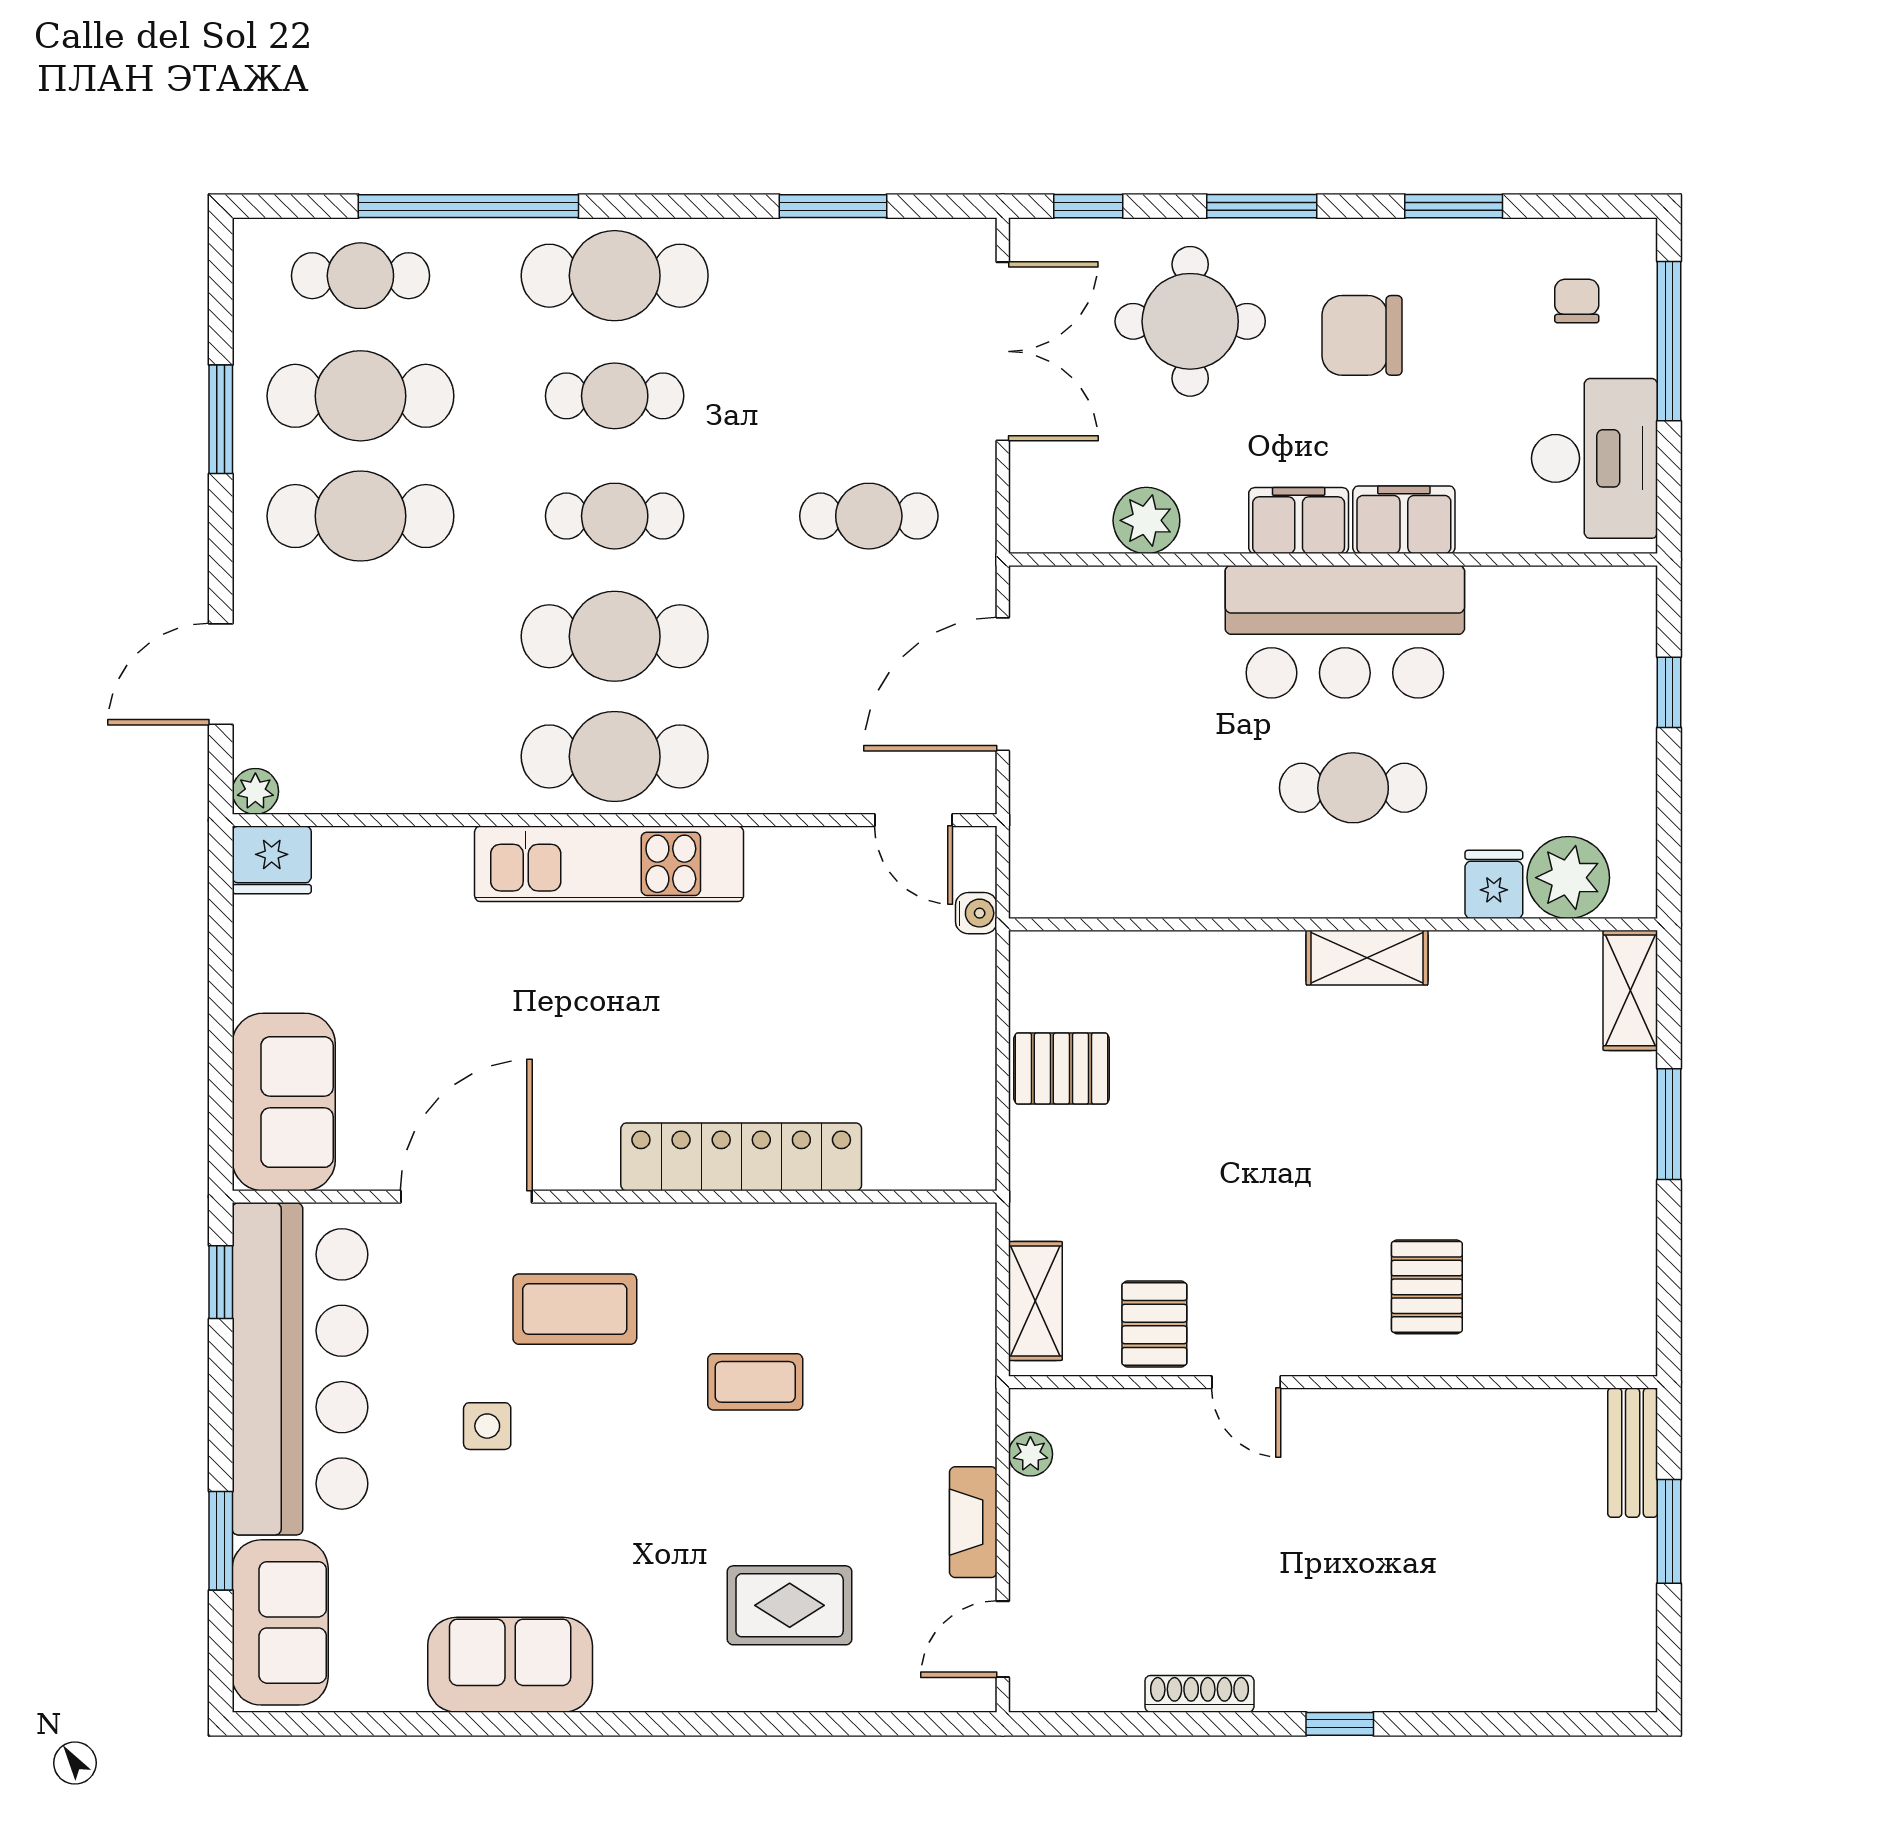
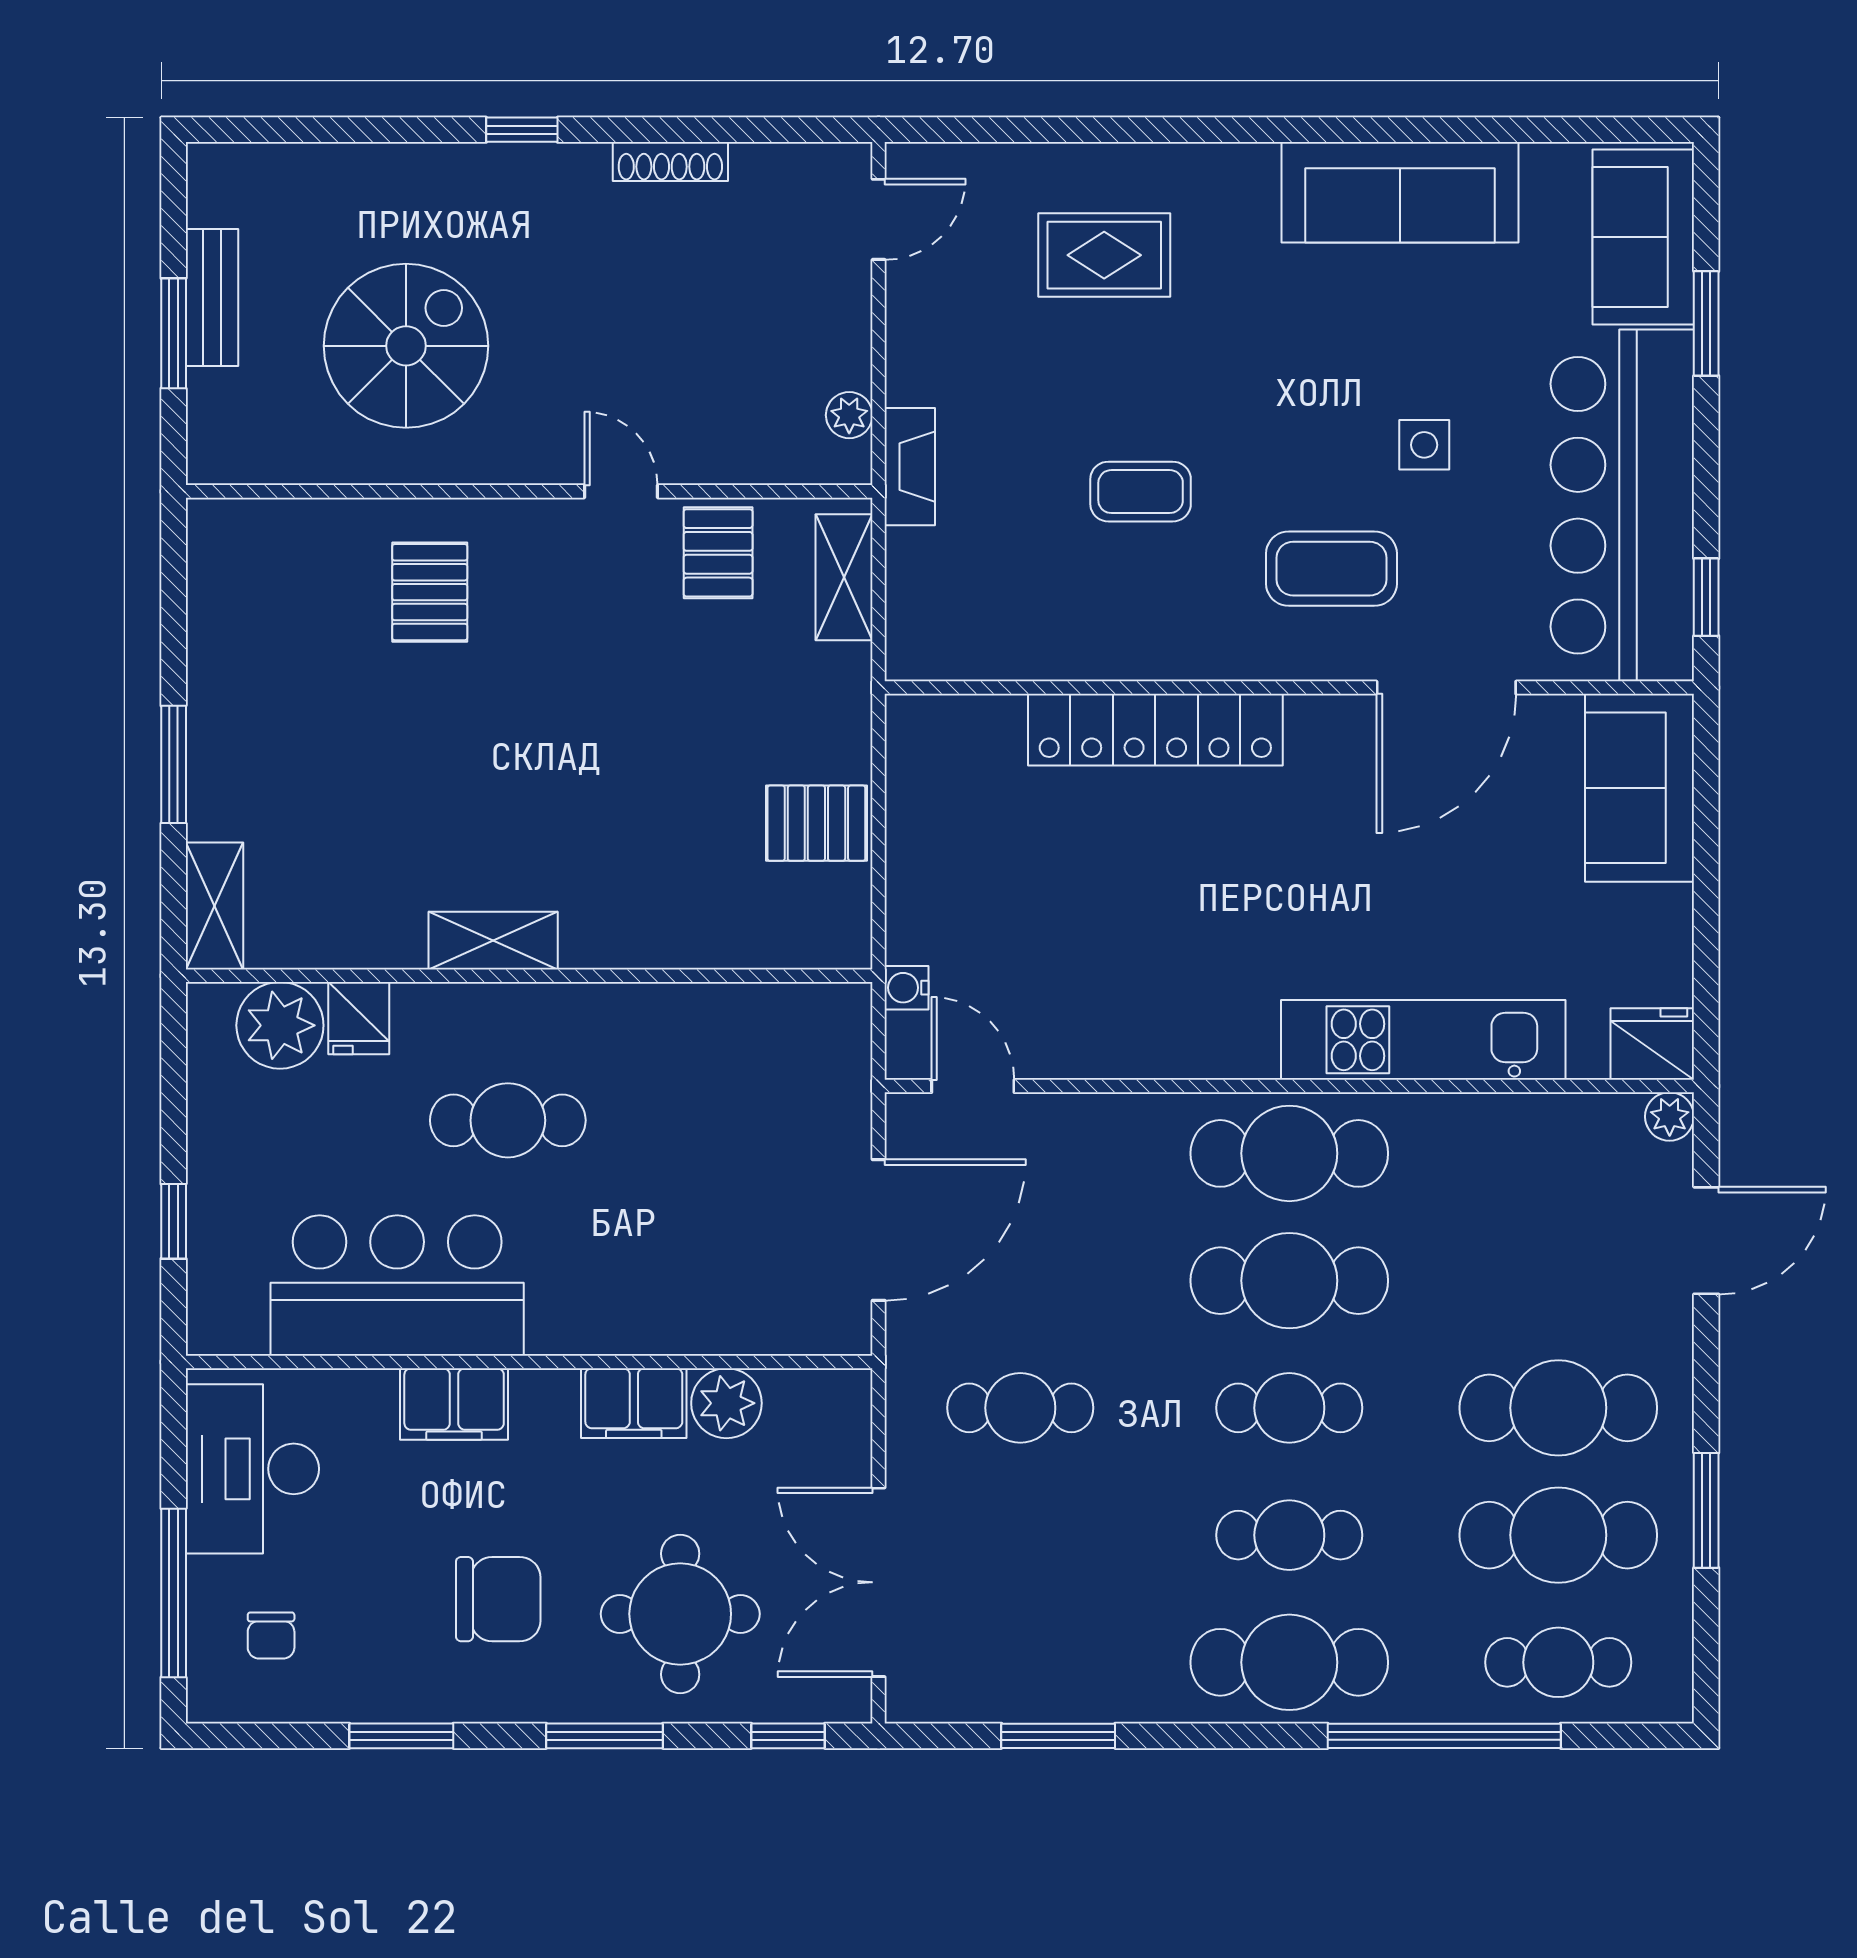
filing cabinet: (1299, 521) -> (634, 1403), moved
bar counter: (1345, 632) -> (397, 1285), moved
kitchen unit: (609, 864) -> (1423, 1040), moved
bench: (1633, 1453) -> (212, 297), moved
spiral stairs: (1449, 1520) -> (406, 346), added
fireplace: (973, 1522) -> (910, 467), moved
sofa: (510, 1665) -> (1400, 192), width x1.36

